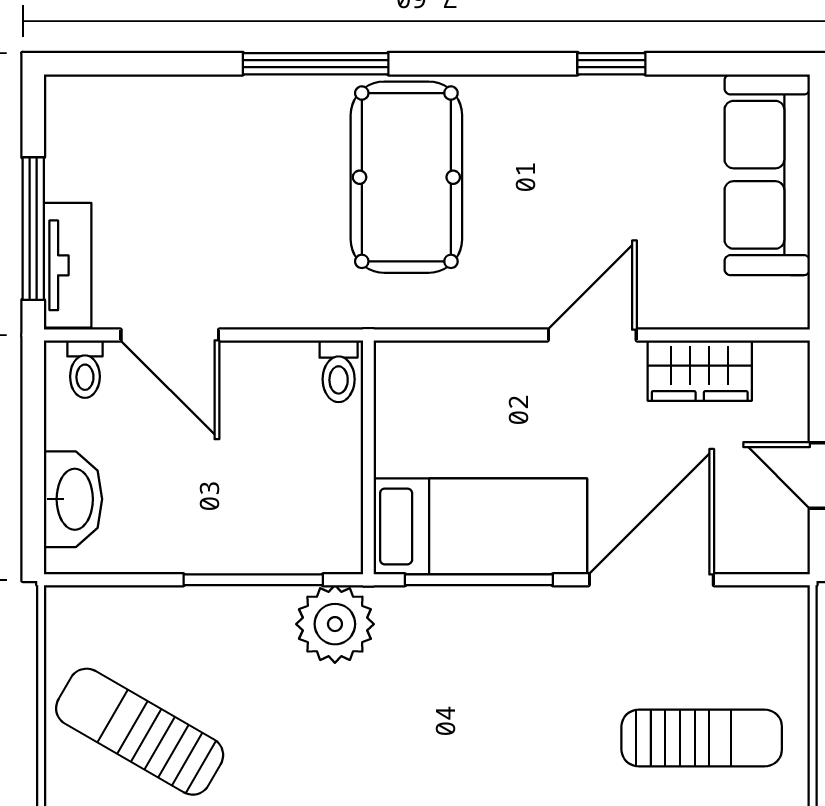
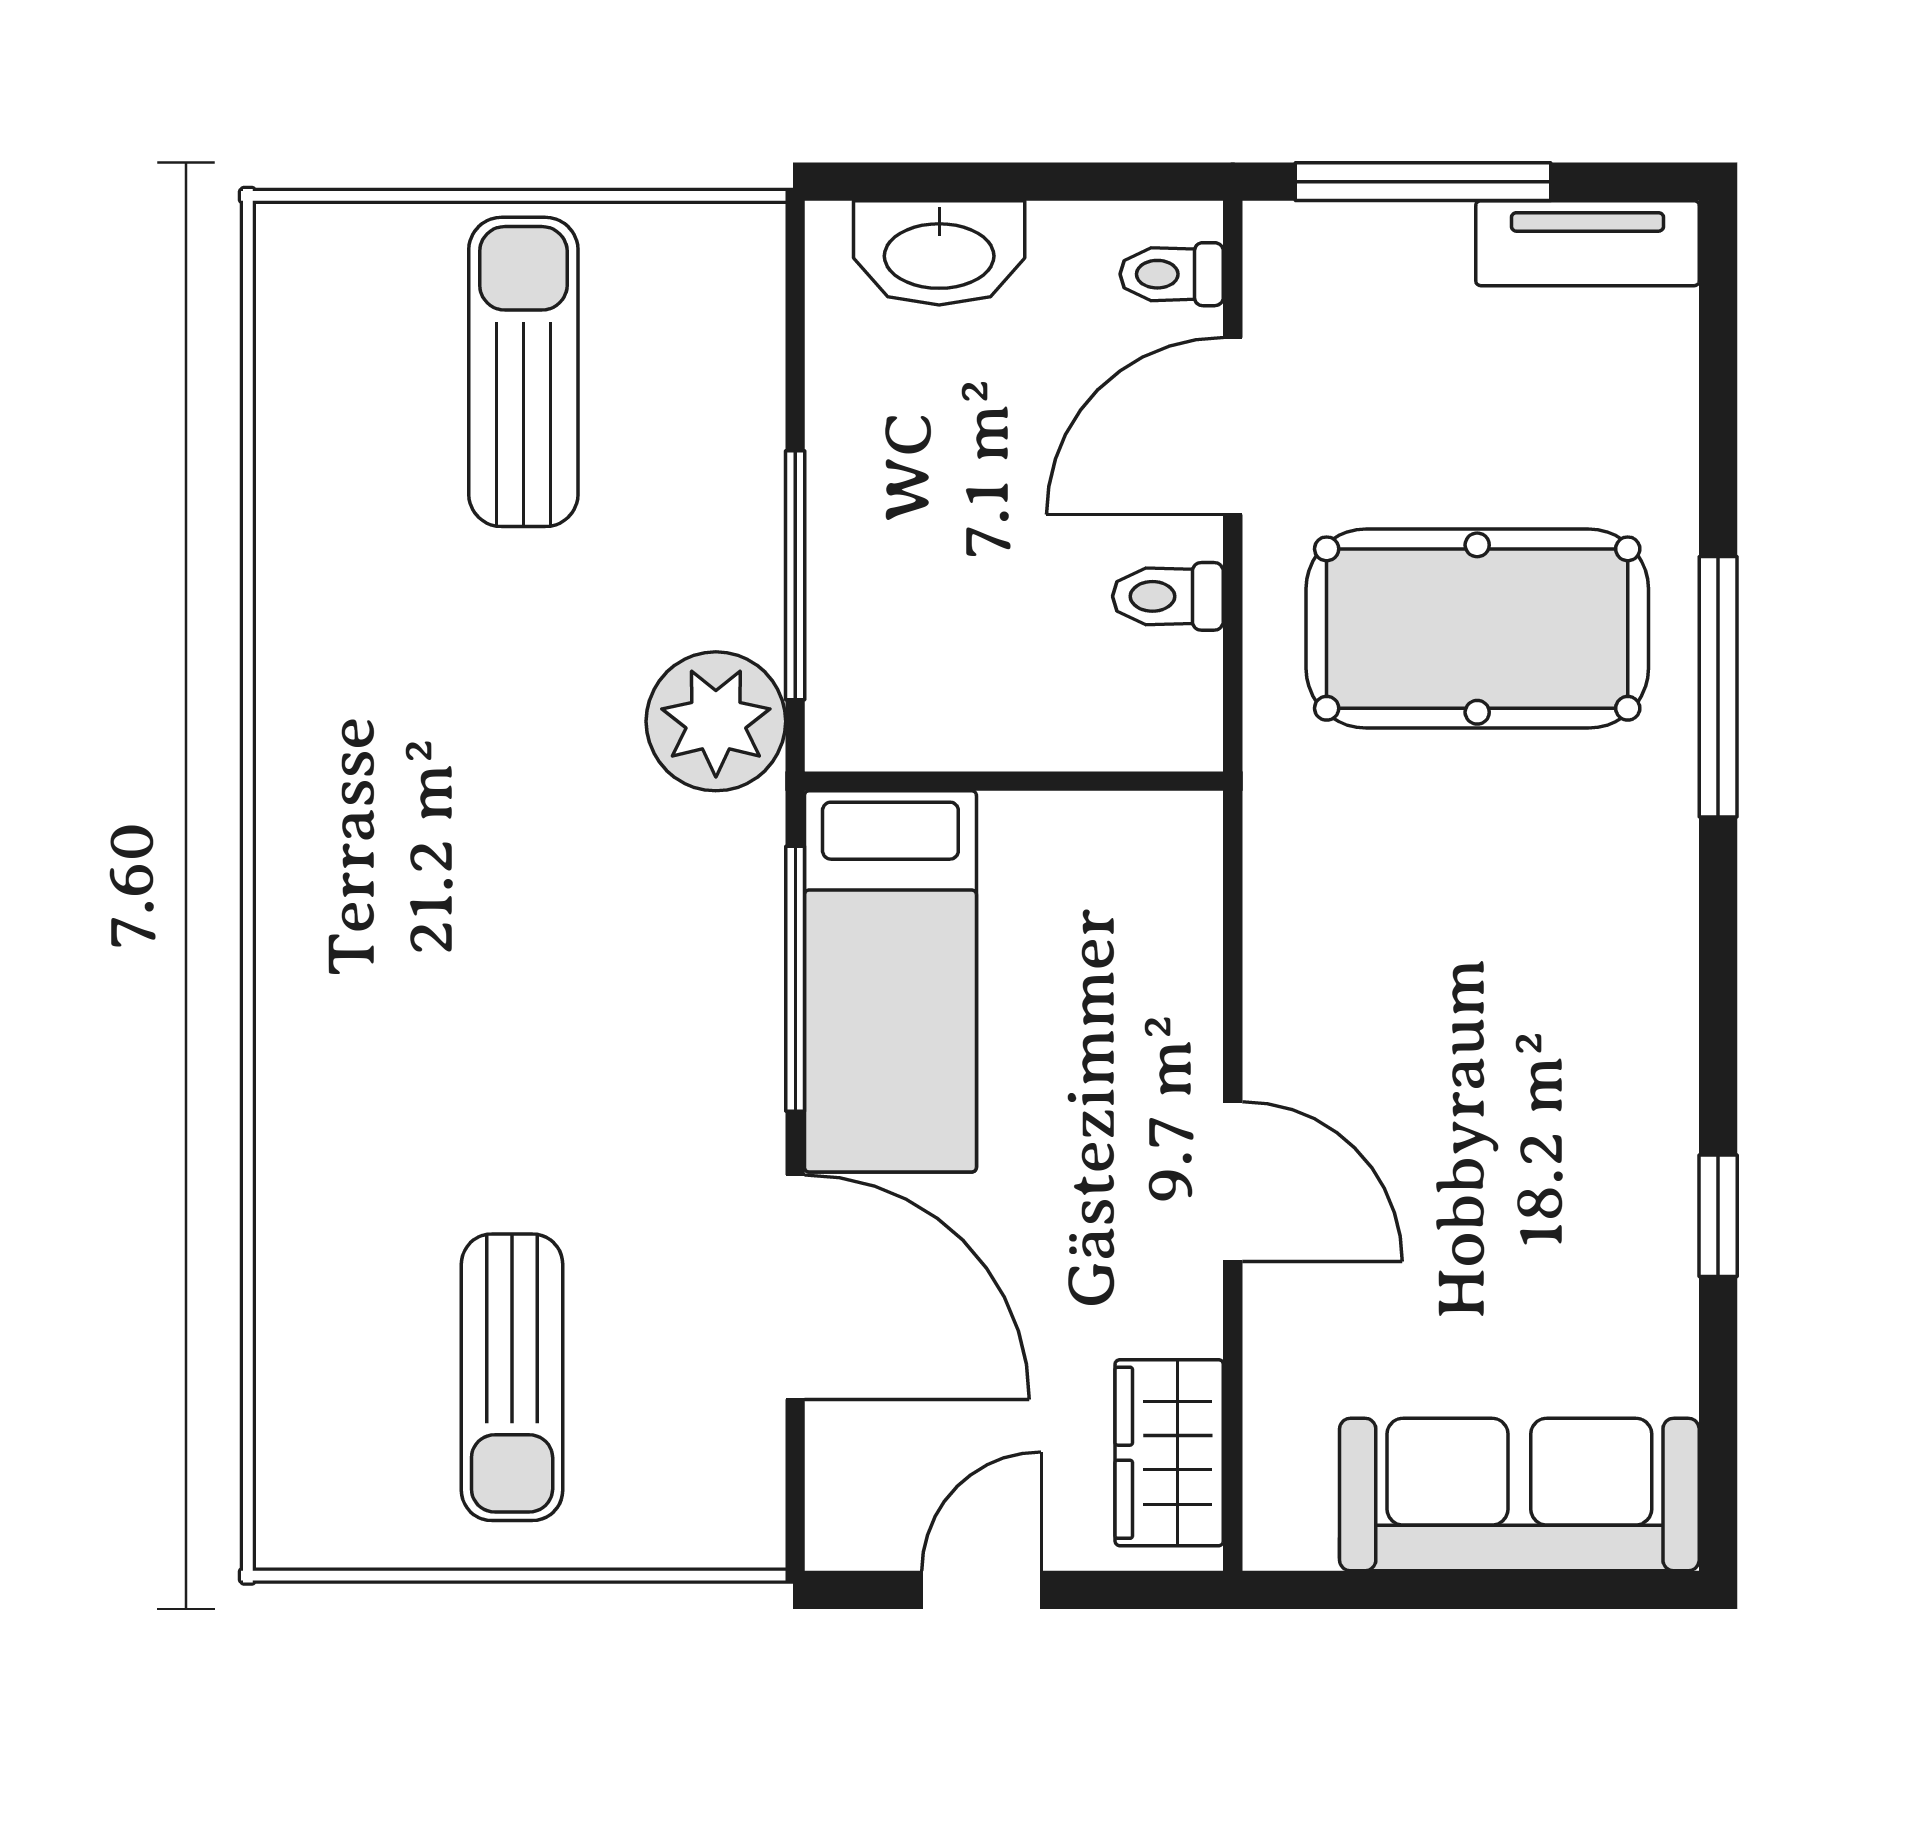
pool table: (406, 177) -> (1477, 629), moved
tv unit: (68, 265) -> (1587, 243), moved
toilet: (339, 371) -> (1168, 596), moved
wardrobe: (700, 371) -> (1169, 1453), moved
sun lounger: (140, 732) -> (523, 372), turned -30

